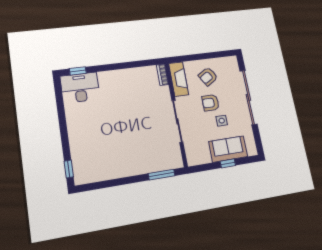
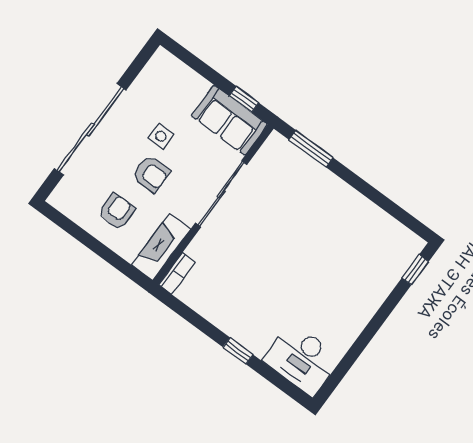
window: (78, 71) -> (238, 351), moved
armchair: (208, 76) -> (117, 211), turned -58
sofa: (228, 149) -> (229, 120), moved
window: (228, 163) -> (244, 99), moved

